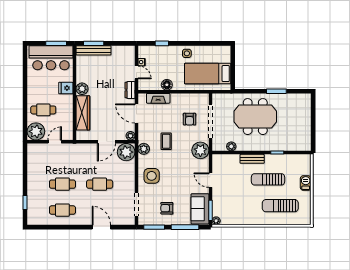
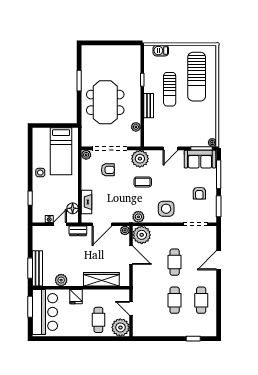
floor lamp: (167, 85) -> (73, 208), moved
plant: (82, 89) -> (61, 280), moved
plant: (204, 98) -> (86, 155), added
coffee table: (166, 141) -> (143, 182), moved
barbecue: (306, 183) -> (161, 51), moved
sun lounger: (280, 206) -> (197, 77), width x1.36, depth x1.34

